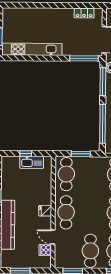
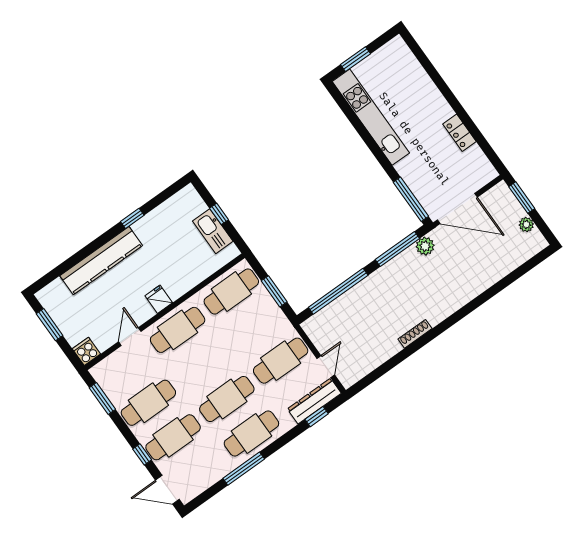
locker: (84, 13) -> (459, 133), moved
cooker: (45, 250) -> (86, 351), moved

